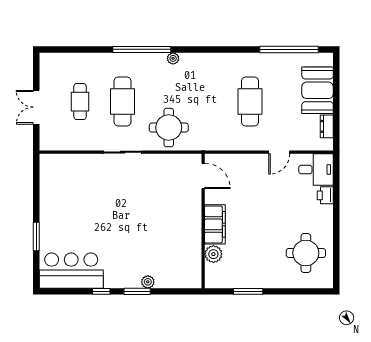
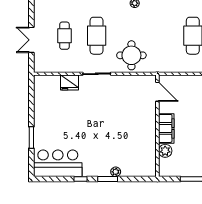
fridge: (87, 164) -> (69, 83), added

